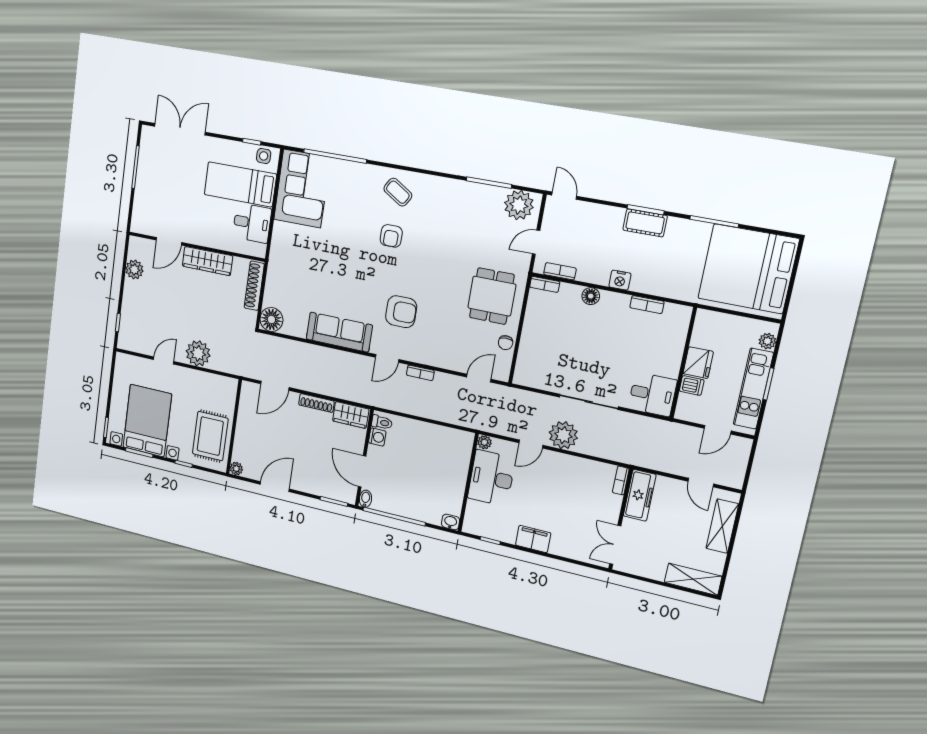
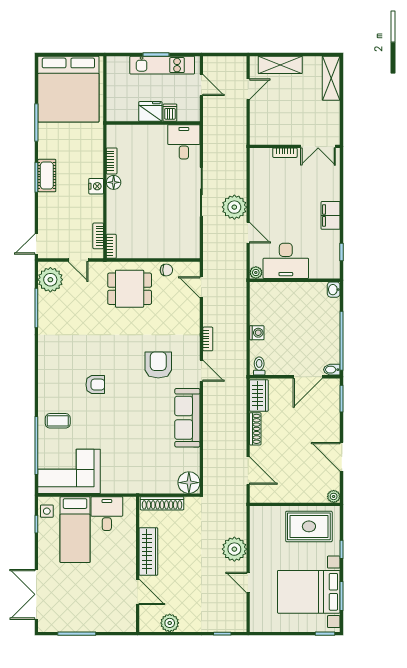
coffee table: (398, 192) -> (58, 421), moved, turned 58
floor lamp: (591, 296) -> (114, 182), moved
plant: (767, 341) -> (122, 63), removed
washing machine: (377, 437) -> (257, 333), moved, turned 90
bookcase: (621, 480) -> (285, 153), moved
freezer: (640, 495) -> (271, 135), removed

